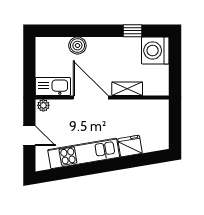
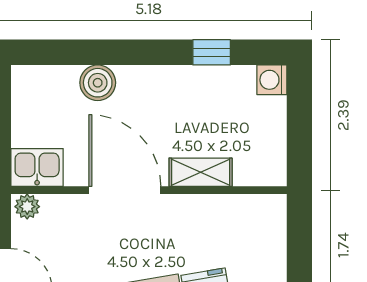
washing machine: (155, 51) -> (272, 80), width x0.53, depth x0.53
kitchen sink: (53, 87) -> (37, 167), width x0.73

